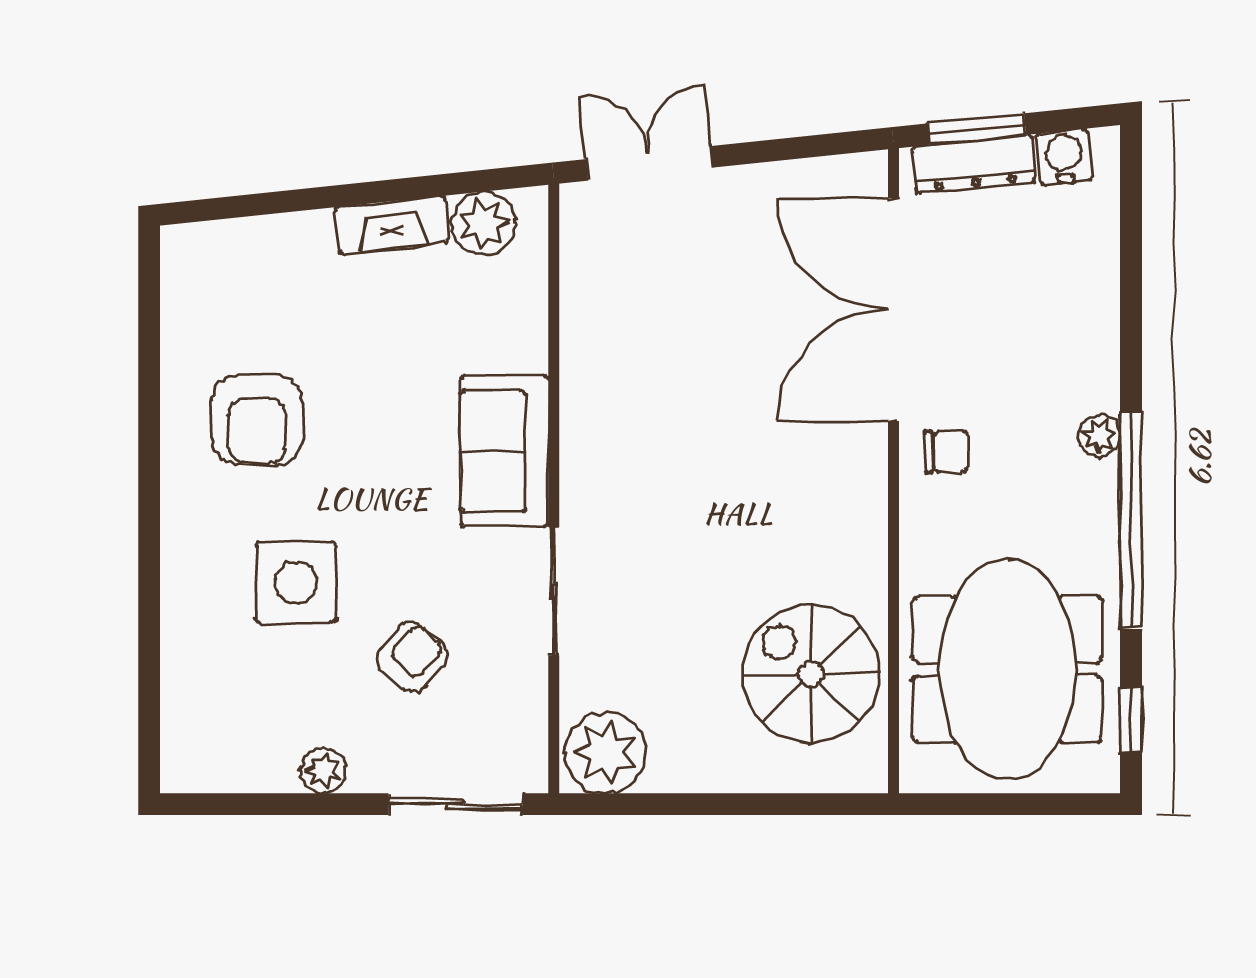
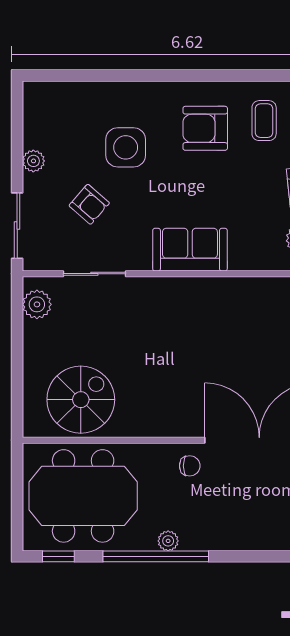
coffee table: (241, 300) -> (264, 121), added
plant: (1099, 436) -> (168, 541), moved
chair: (946, 452) -> (190, 466), turned -90
sliding door: (554, 591) -> (94, 274), moved
plant: (606, 753) -> (37, 304), width x0.73, depth x0.73

